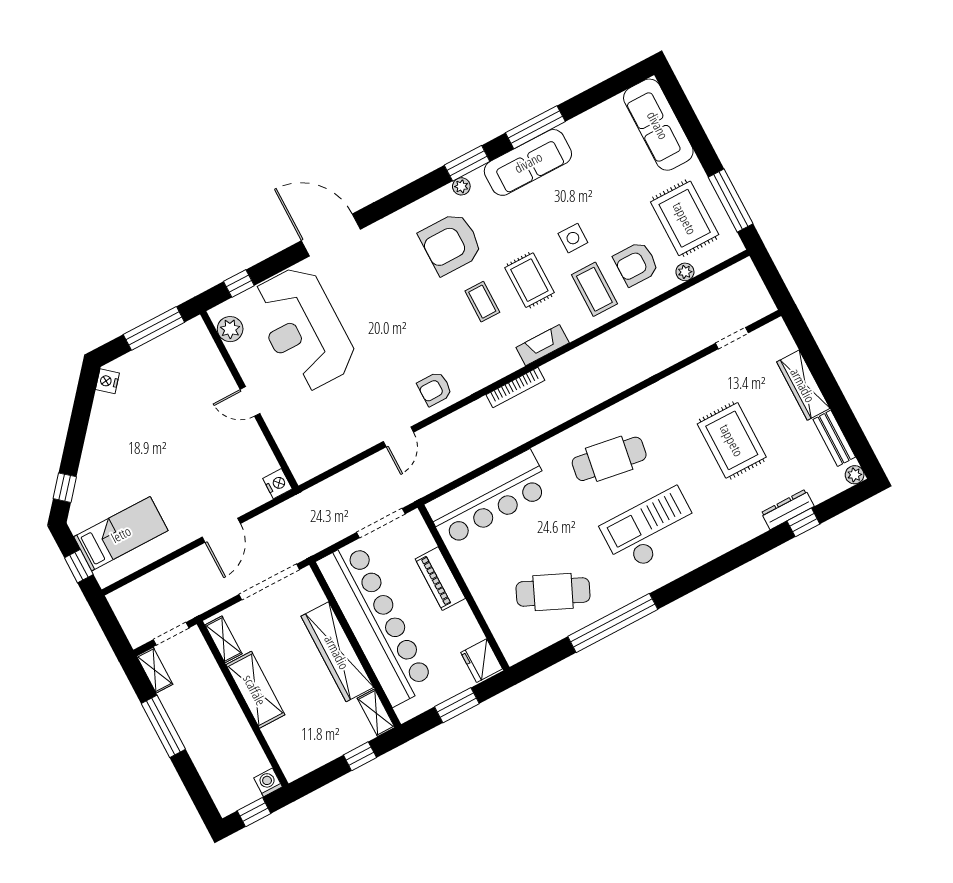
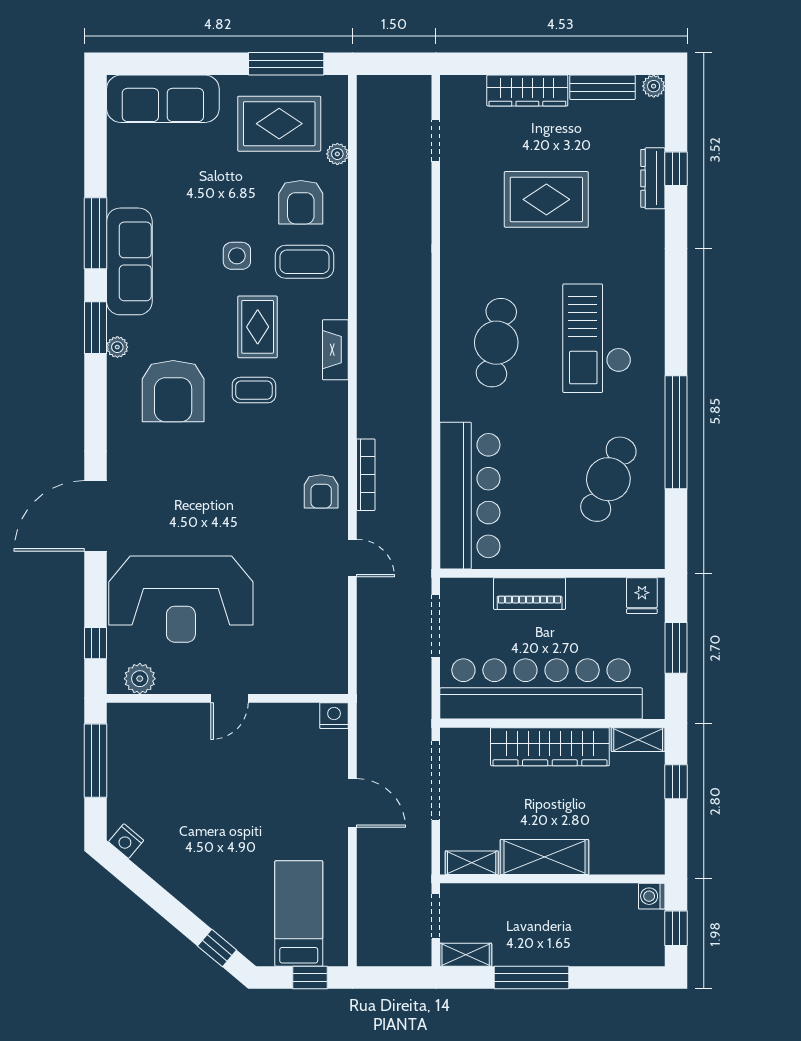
rug: (529, 280) -> (258, 327), turned 90
bookcase: (515, 388) -> (366, 475), moved
fridge: (482, 661) -> (642, 596), width x0.72

